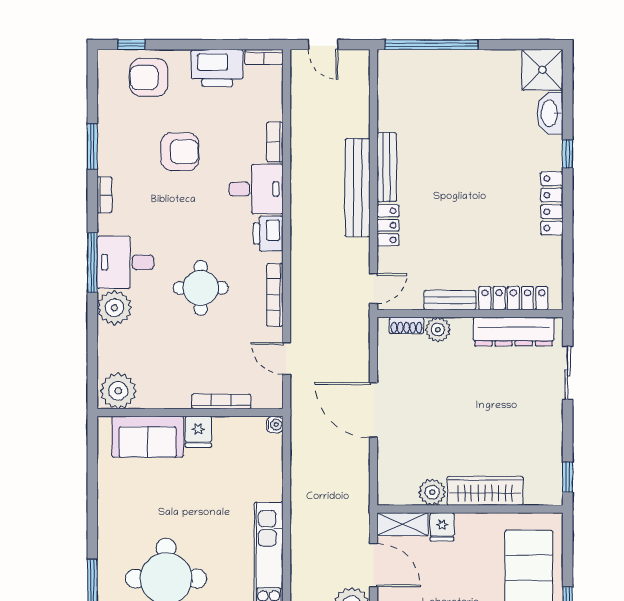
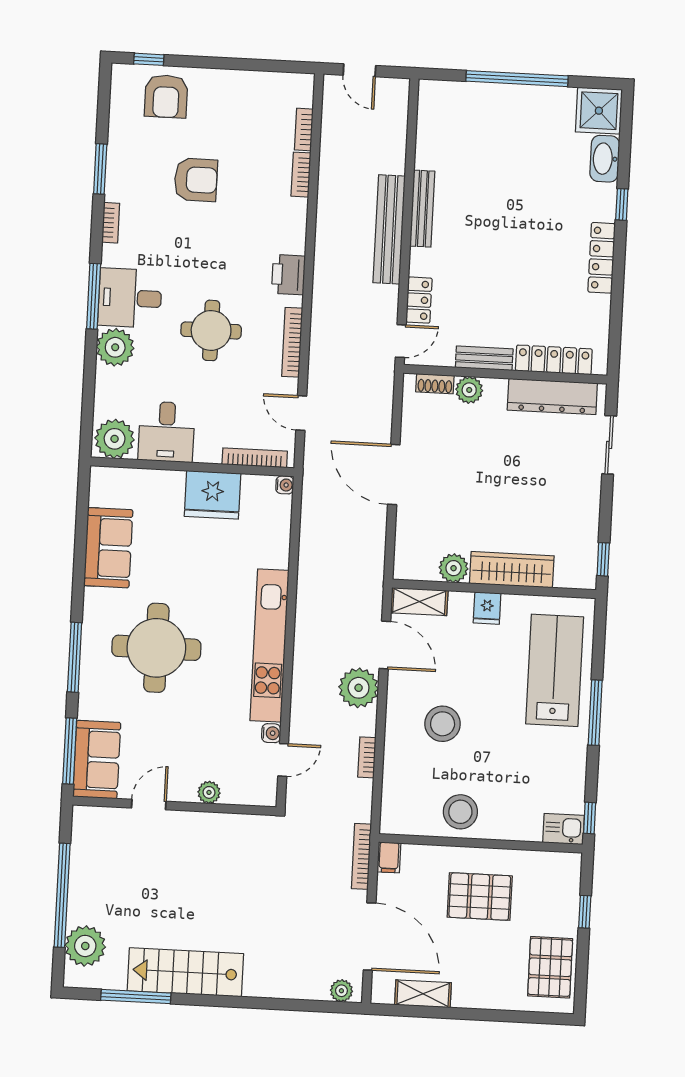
window: (432, 45) -> (517, 79), moved
bookcase: (264, 57) -> (304, 129), moved, turned 90
printer: (217, 68) -> (242, 90), removed
armchair: (149, 77) -> (166, 96), turned -90
desk: (256, 189) -> (166, 432), moved, turned 90
locker: (388, 225) -> (419, 300), moved
bookcase: (221, 401) -> (255, 458), moved
fridge: (198, 432) -> (213, 495), width x1.88, depth x1.34
sofa: (148, 437) -> (108, 548), moved, turned -90
fridge: (442, 527) -> (487, 608), moved

